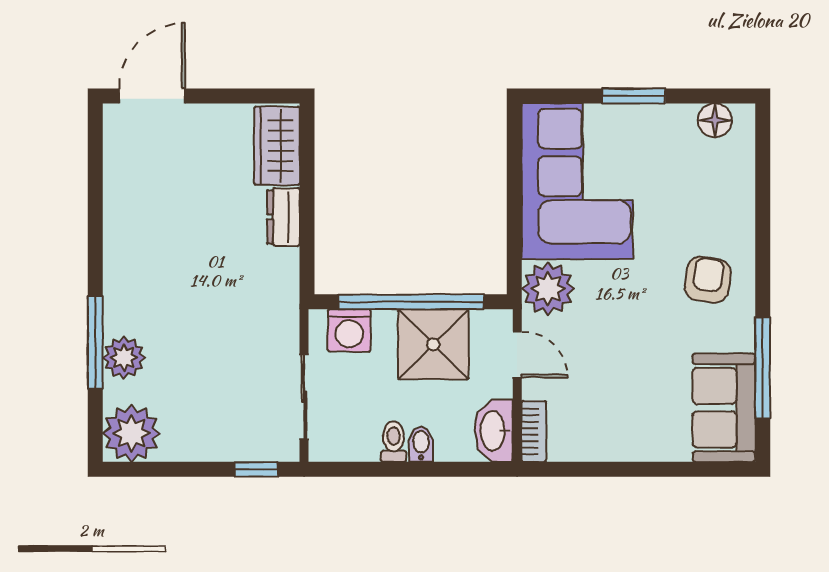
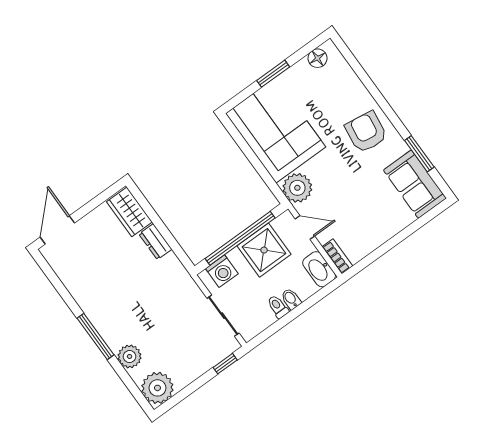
armchair: (708, 280) -> (366, 132), width x1.38, depth x1.38
window: (95, 342) -> (96, 336), moved
window: (763, 368) -> (419, 154), width x0.69

